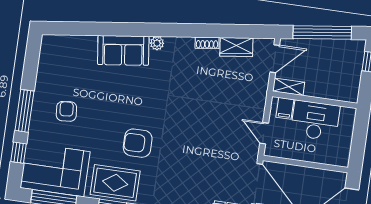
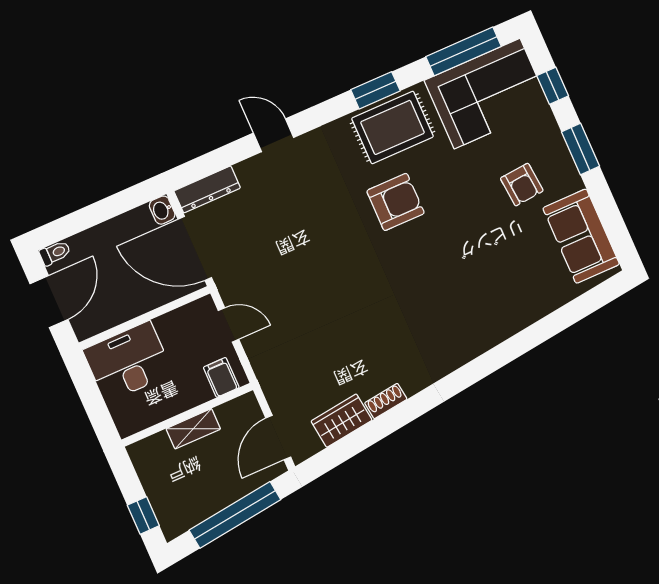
plant: (157, 43) -> (455, 357), removed
sofa: (123, 50) -> (581, 236), moved, turned -83
shelving: (289, 87) -> (193, 429), moved
window: (24, 111) -> (580, 149), width x0.69
desk: (315, 121) -> (128, 362), moved, turned 180

